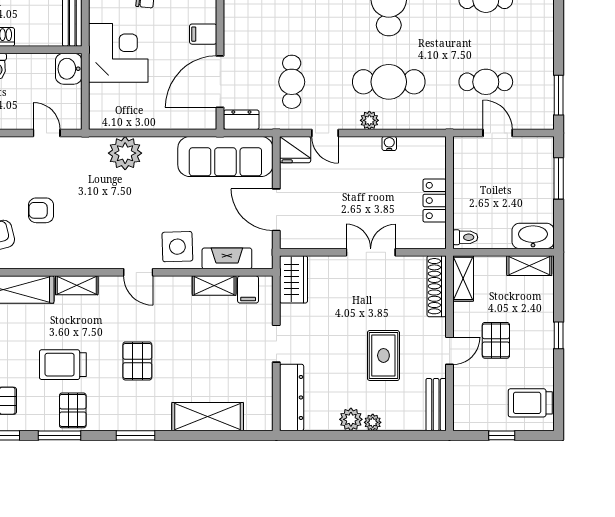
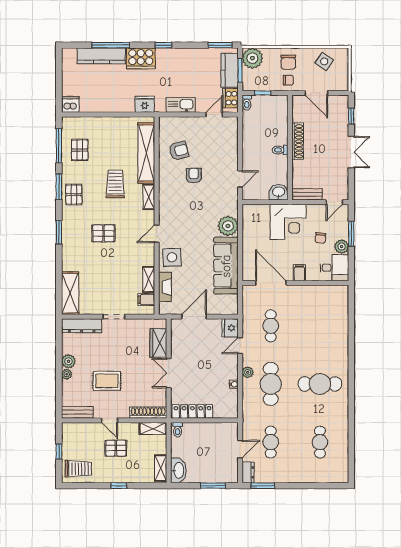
cafe table: (292, 82) -> (271, 326), turned 90
dresser: (241, 120) -> (248, 472), moved
sofa: (225, 157) -> (226, 266), moved
locker: (435, 201) -> (192, 411), width x1.53
double door: (371, 252) -> (169, 373), swing flipped
wardrobe: (294, 279) -> (158, 343), moved, turned 90
trolley: (63, 365) -> (115, 184), moved
trolley: (530, 403) -> (78, 469), turned 90
pallet: (73, 410) -> (74, 195), turned 90
shelving: (208, 417) -> (70, 293), moved

